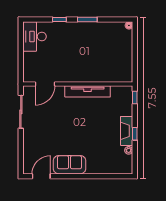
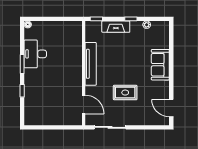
desk: (35, 37) -> (35, 54), moved, turned 90
rug: (57, 128) -> (125, 93), added
fireplace: (127, 131) -> (116, 27), moved
sofa: (70, 165) -> (160, 65), moved

